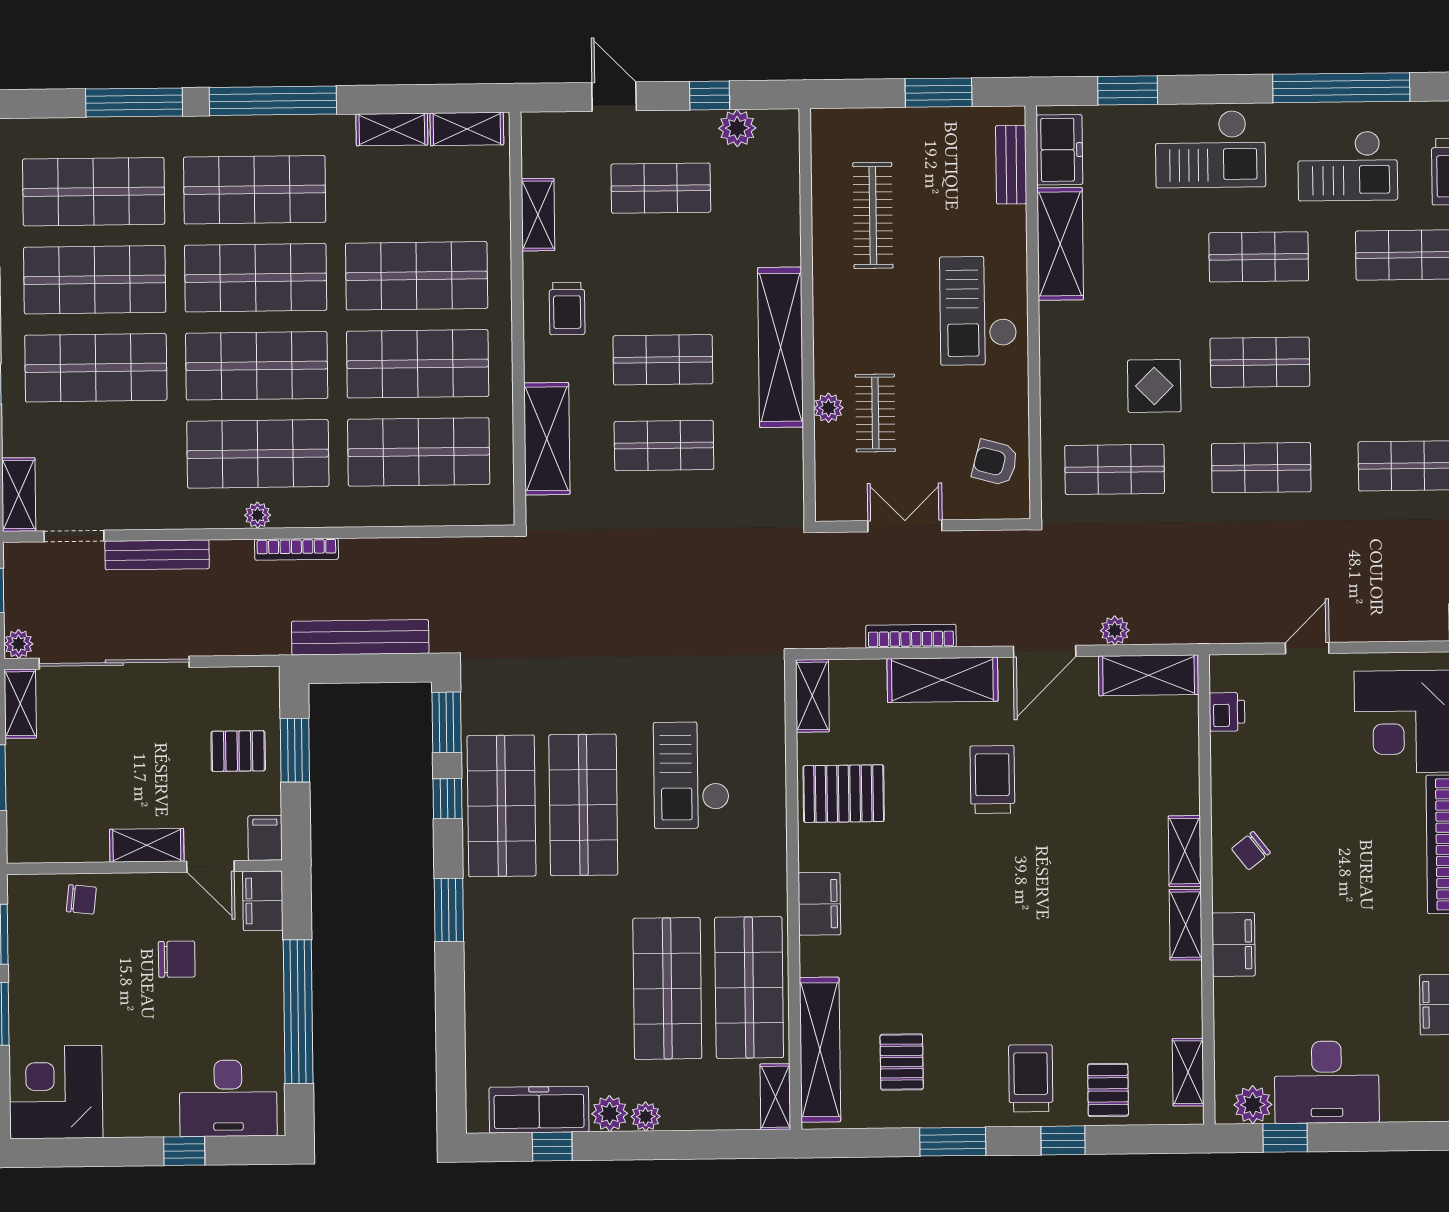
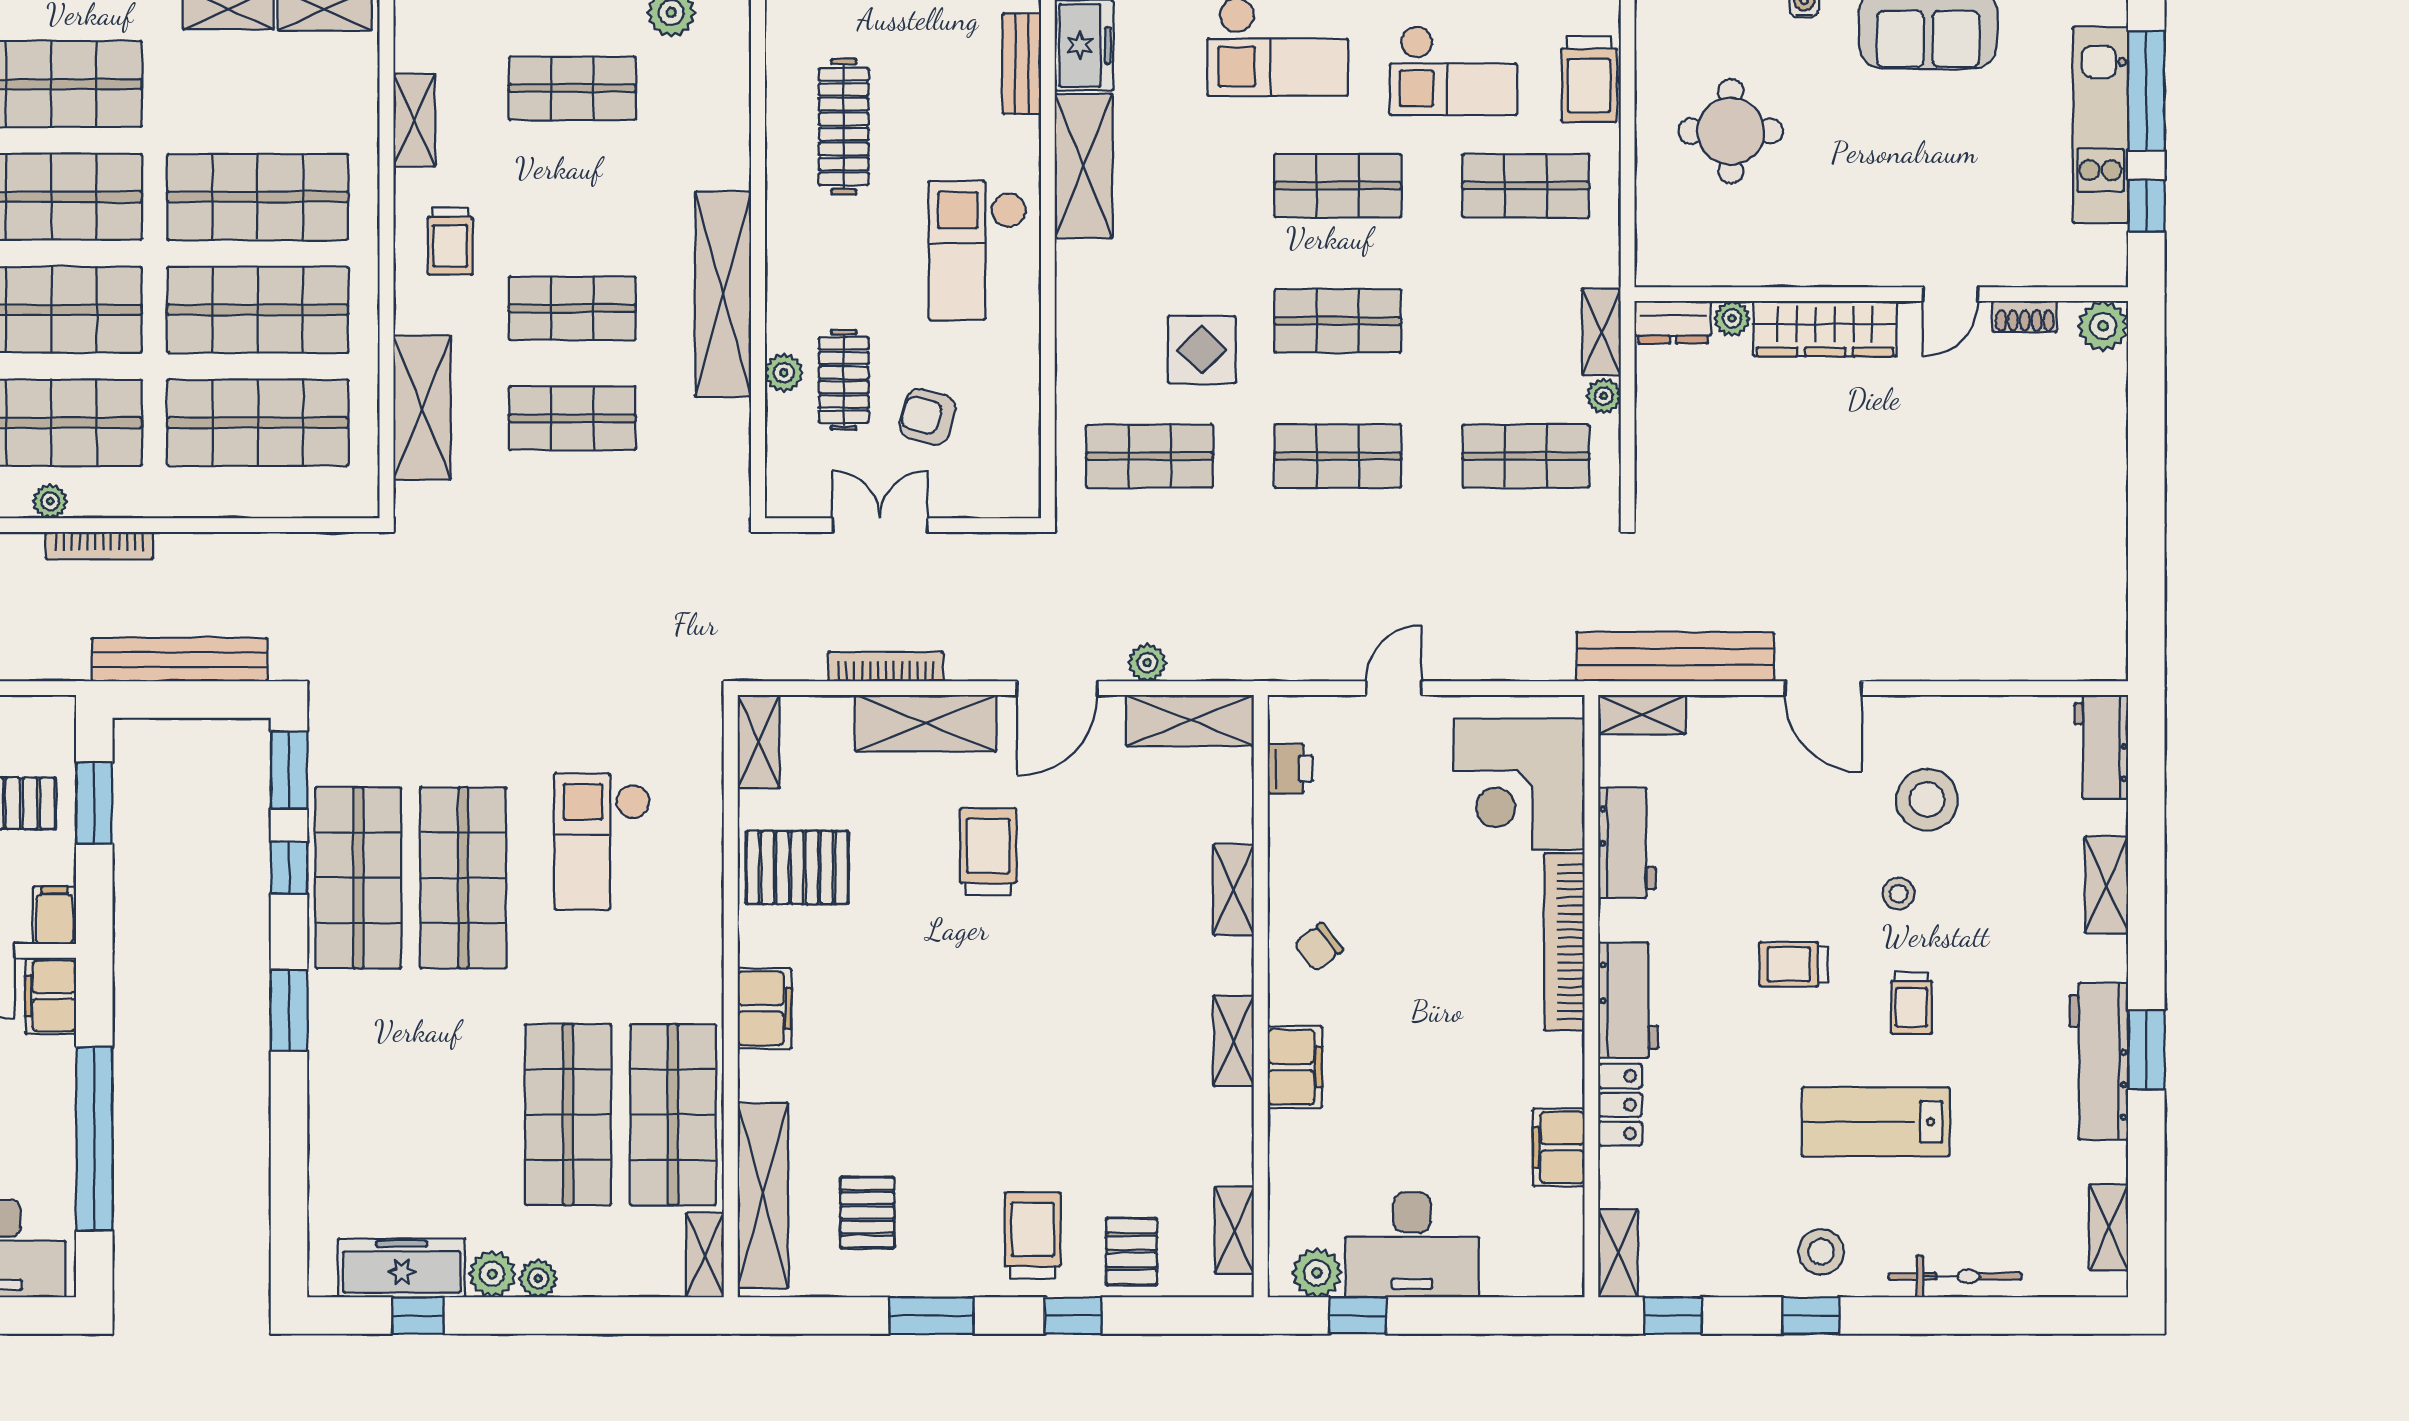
armchair: (995, 463) -> (927, 417), moved
shelving: (1185, 851) -> (1234, 890), moved

